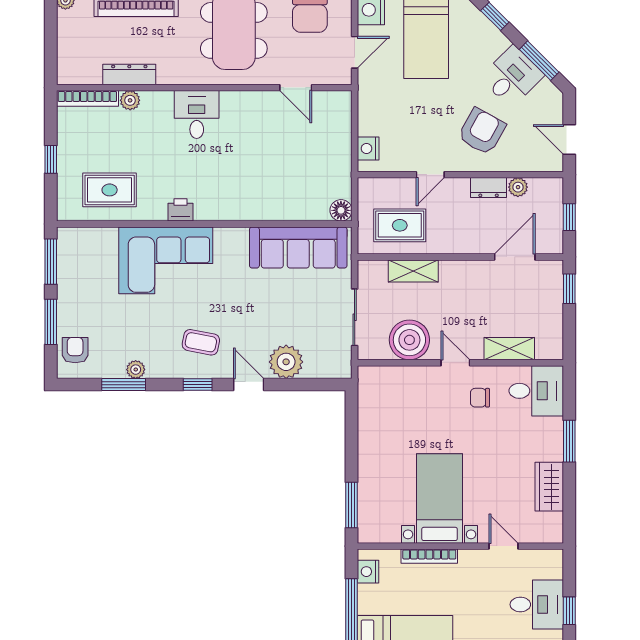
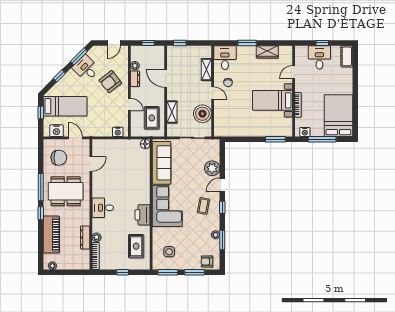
armchair: (482, 131) -> (110, 82), turned -67
printer: (181, 210) -> (143, 215), width x1.87, depth x1.48
door: (515, 257) -> (166, 78), moved
corner sofa: (166, 260) -> (167, 206), moved
side table: (97, 265) -> (169, 252), added
door: (455, 363) -> (213, 93), swing flipped

